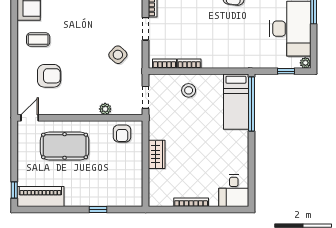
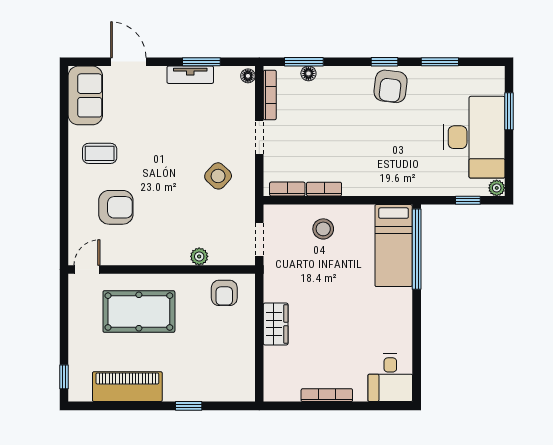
piano: (40, 197) -> (127, 387), moved

